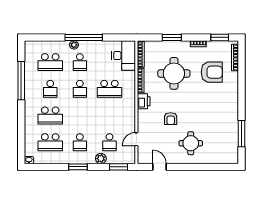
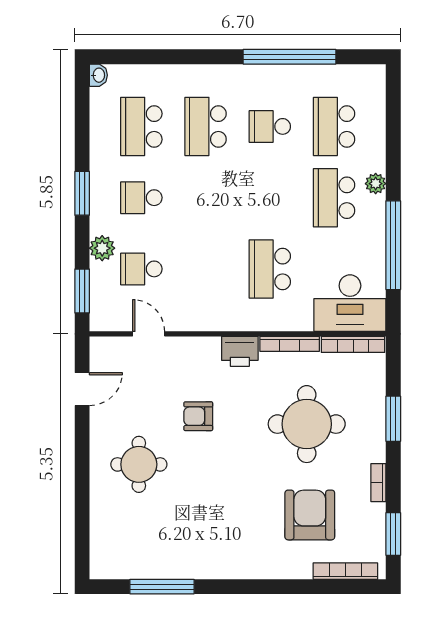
window: (84, 37) -> (393, 245), moved
school desk: (80, 62) -> (334, 198), width x1.85
armchair: (212, 72) -> (310, 515), turned 180
school desk: (80, 89) -> (270, 198), removed

